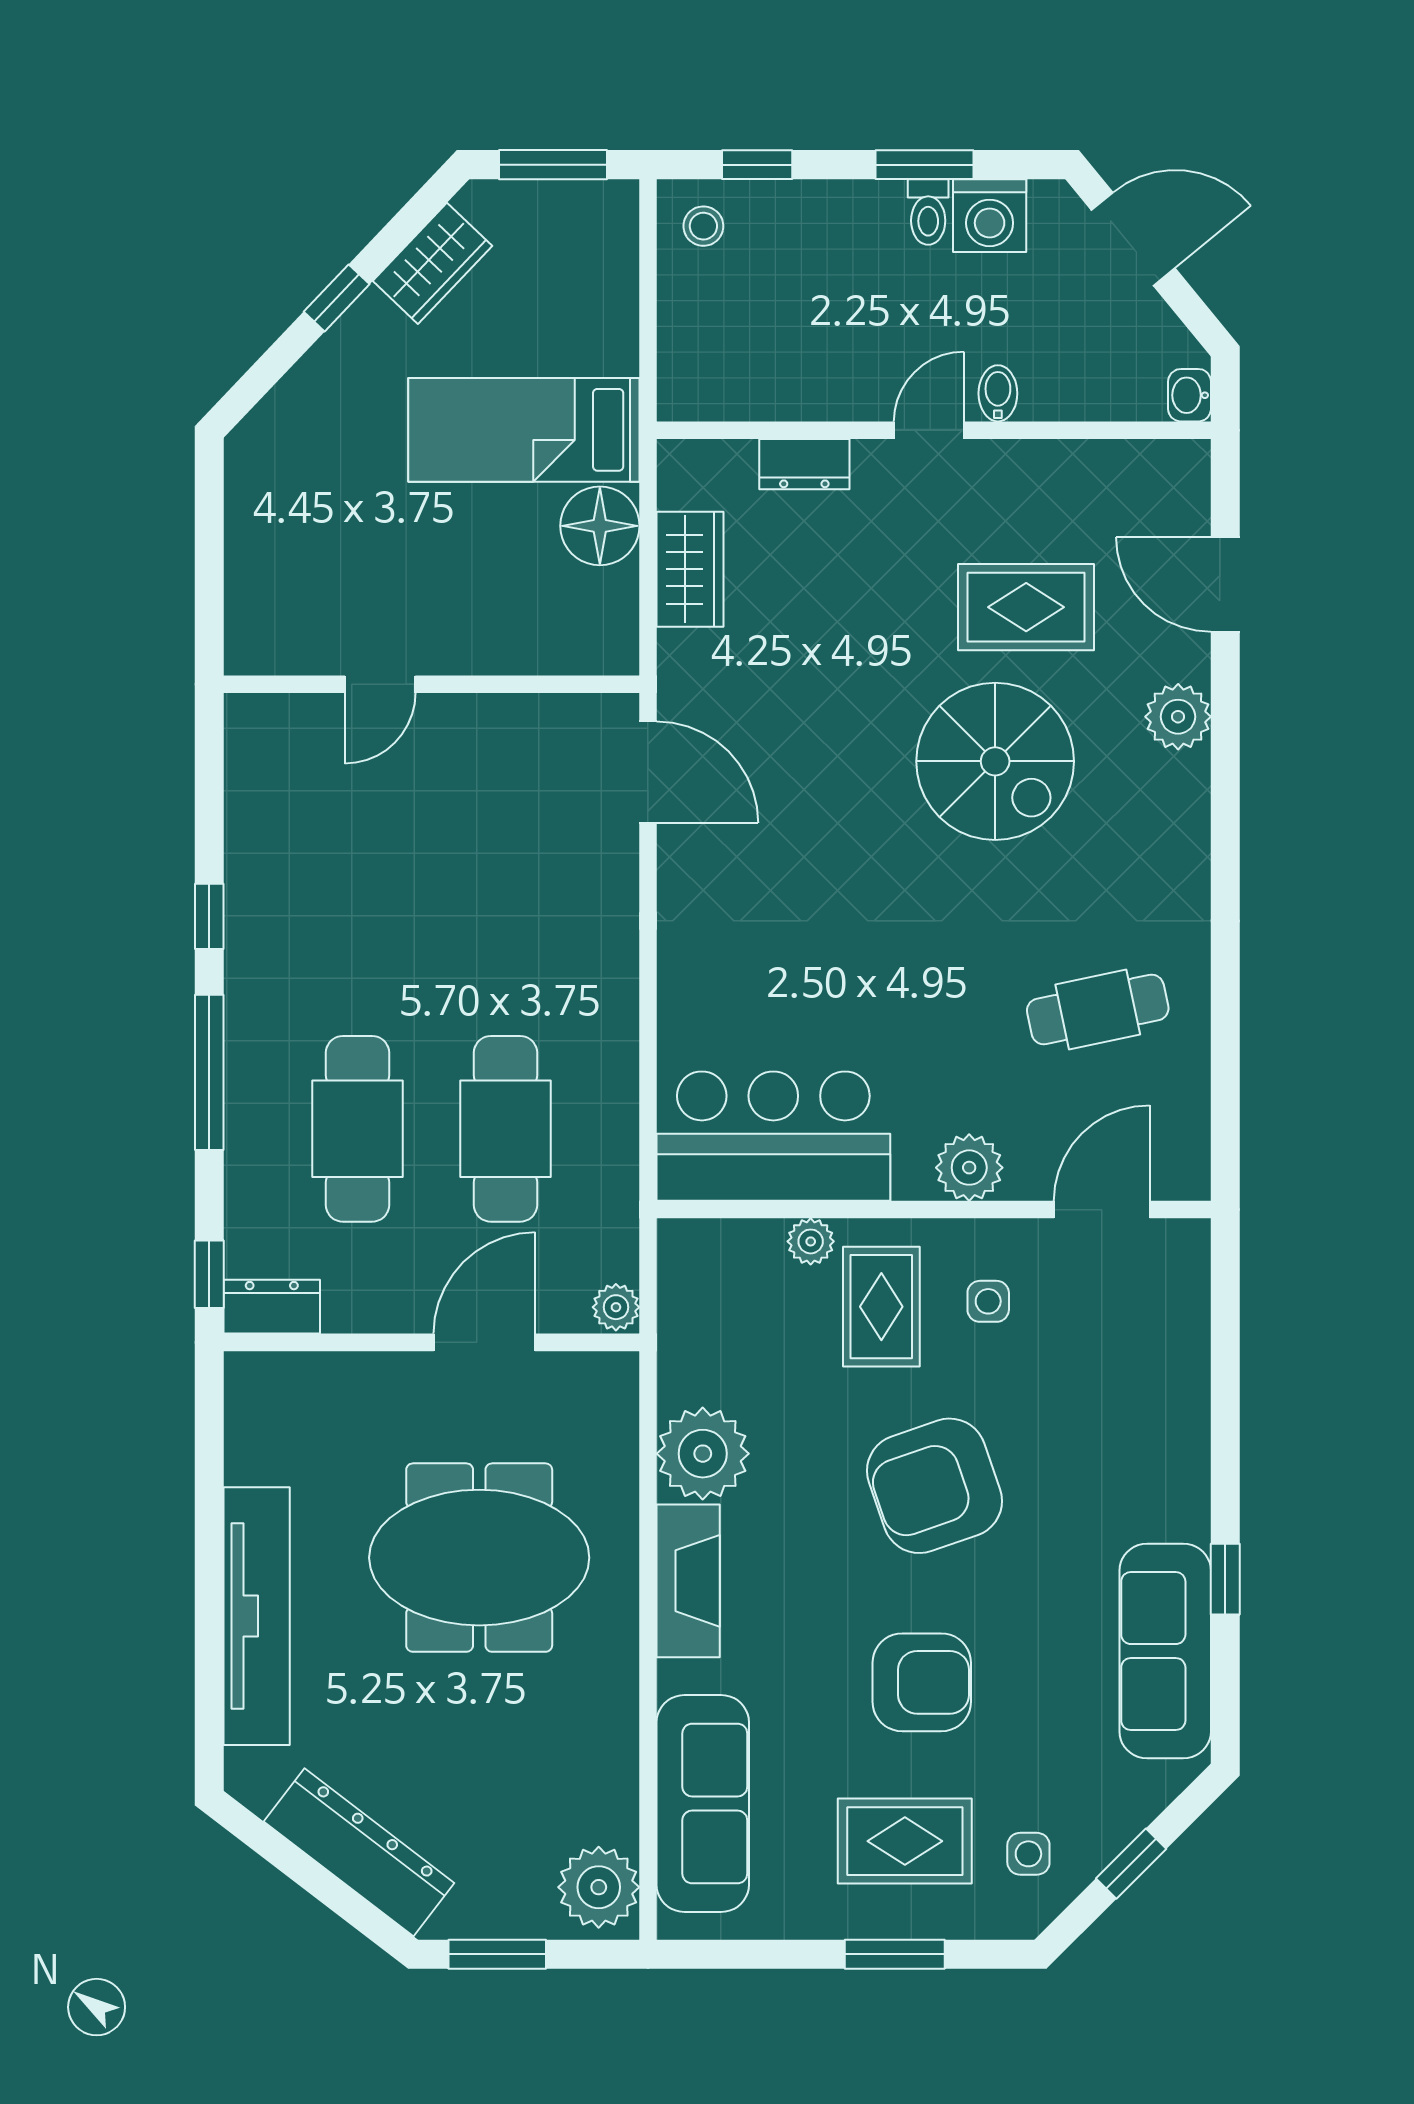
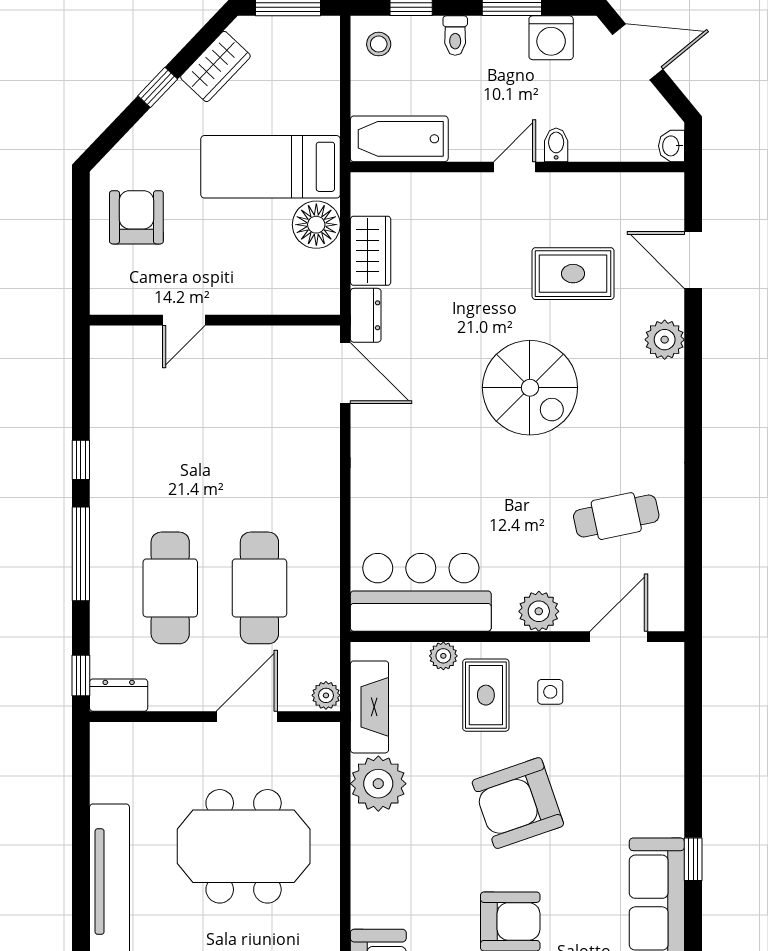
toilet: (928, 212) -> (455, 36), moved
bathtub: (738, 383) -> (399, 139), added
dresser: (804, 464) -> (366, 315), moved, turned -90
armchair: (301, 514) -> (136, 217), added
spiral stairs: (995, 761) -> (530, 388), moved
fireplace: (688, 1581) -> (369, 707), moved

